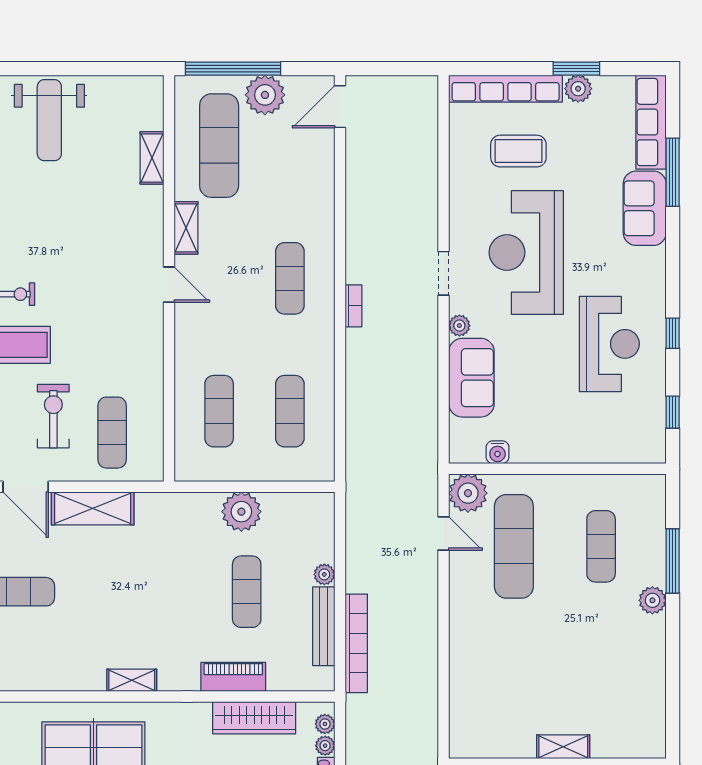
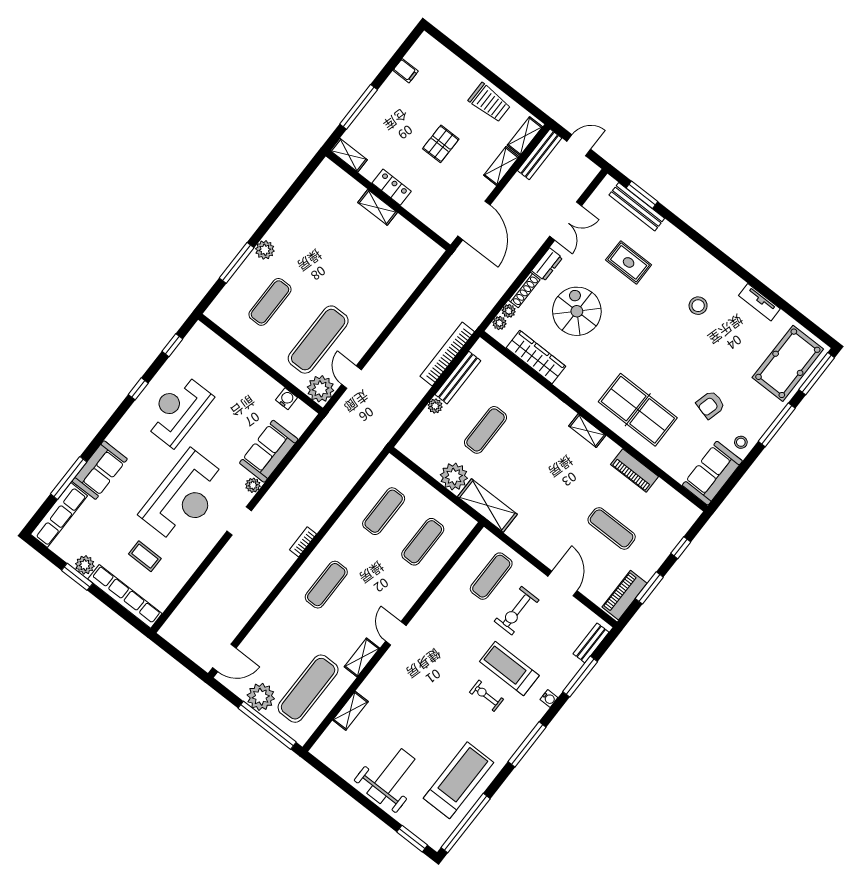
coffee table: (518, 151) -> (145, 556), width x0.73, depth x0.77
shelving: (93, 508) -> (487, 505), moved
piano: (233, 677) -> (635, 470), moved

